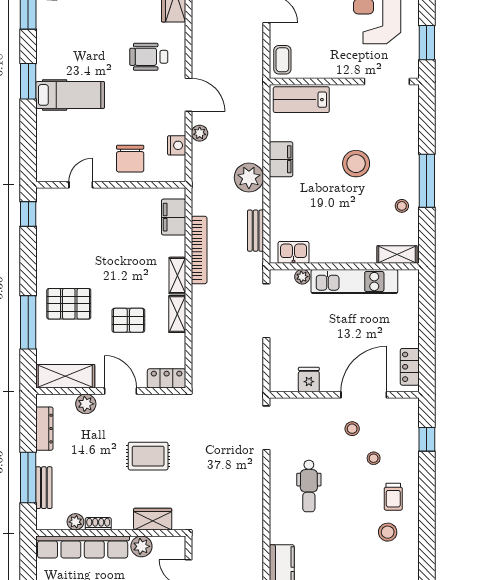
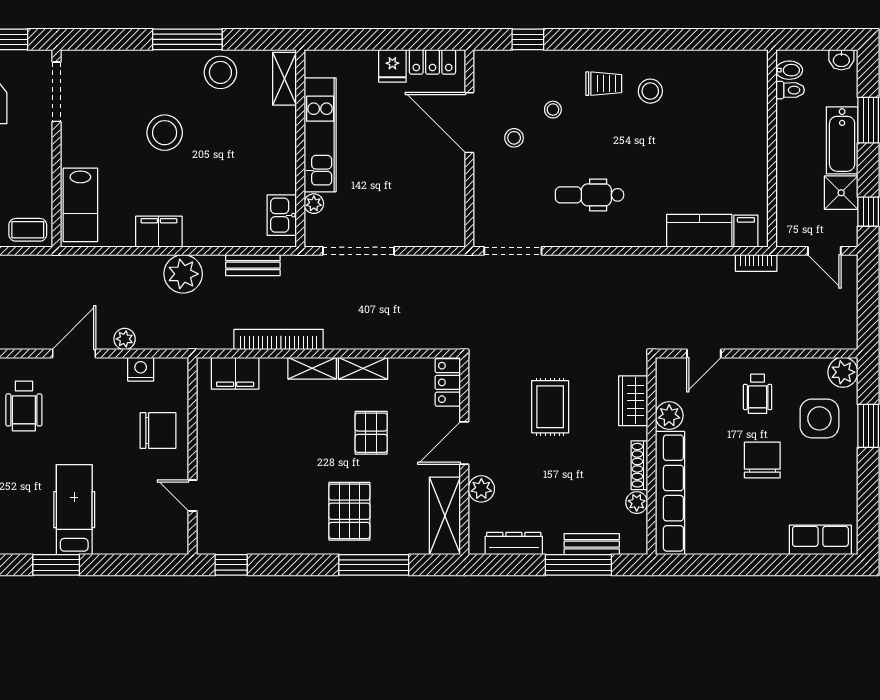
stool: (402, 206) -> (220, 72), width x1.89, depth x1.89
fridge: (309, 380) -> (392, 66), moved, turned -90
dental chair: (309, 486) -> (590, 195), turned 180
shoe rack: (98, 524) -> (639, 465), width x1.43

